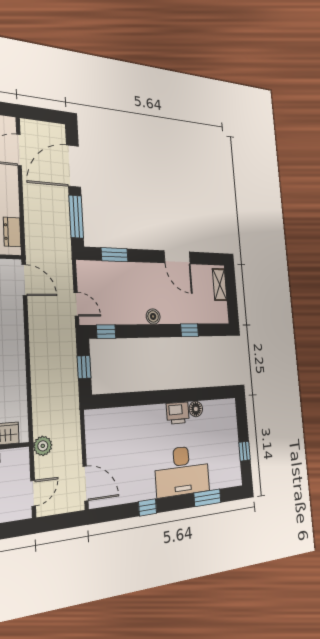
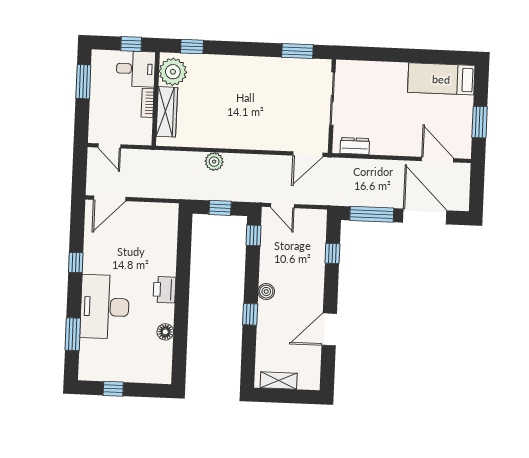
window: (115, 255) -> (332, 253), width x0.67
shelving: (220, 285) -> (279, 381), moved
door: (76, 304) -> (282, 206), hinge flipped
window: (190, 330) -> (250, 314), moved
printer: (178, 413) -> (164, 290), moved
plant: (43, 446) -> (214, 162), moved

